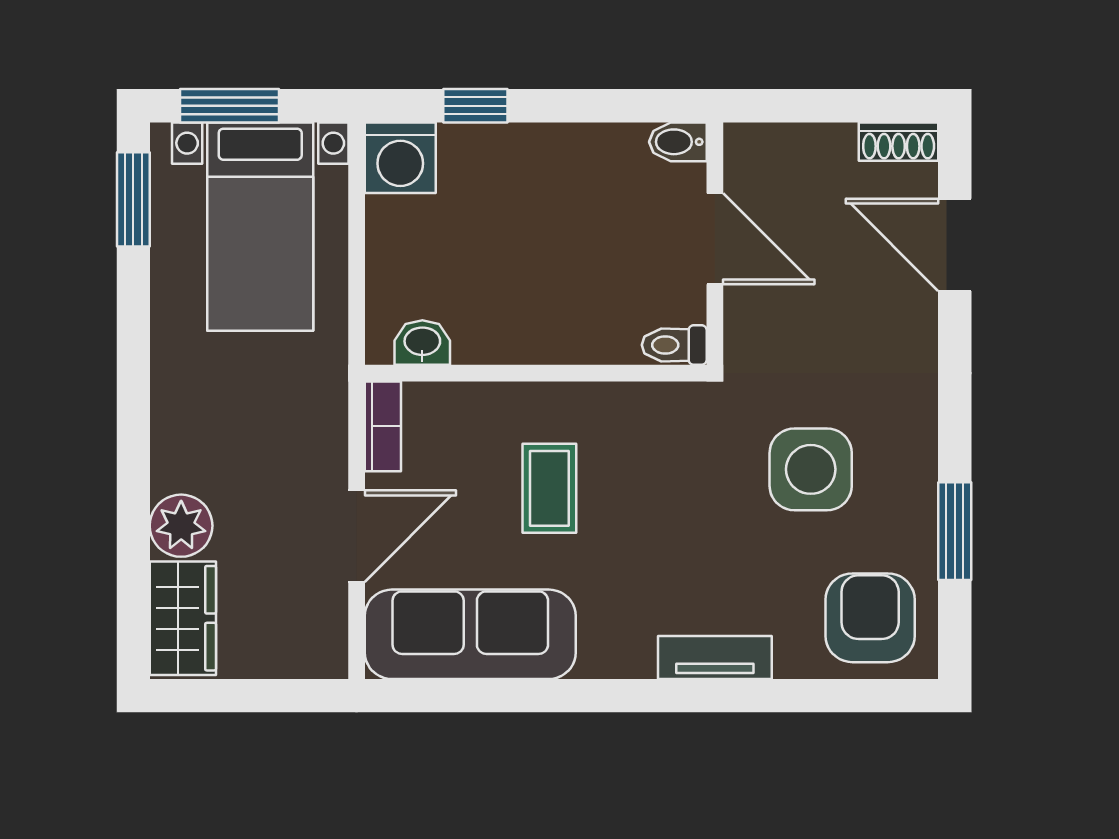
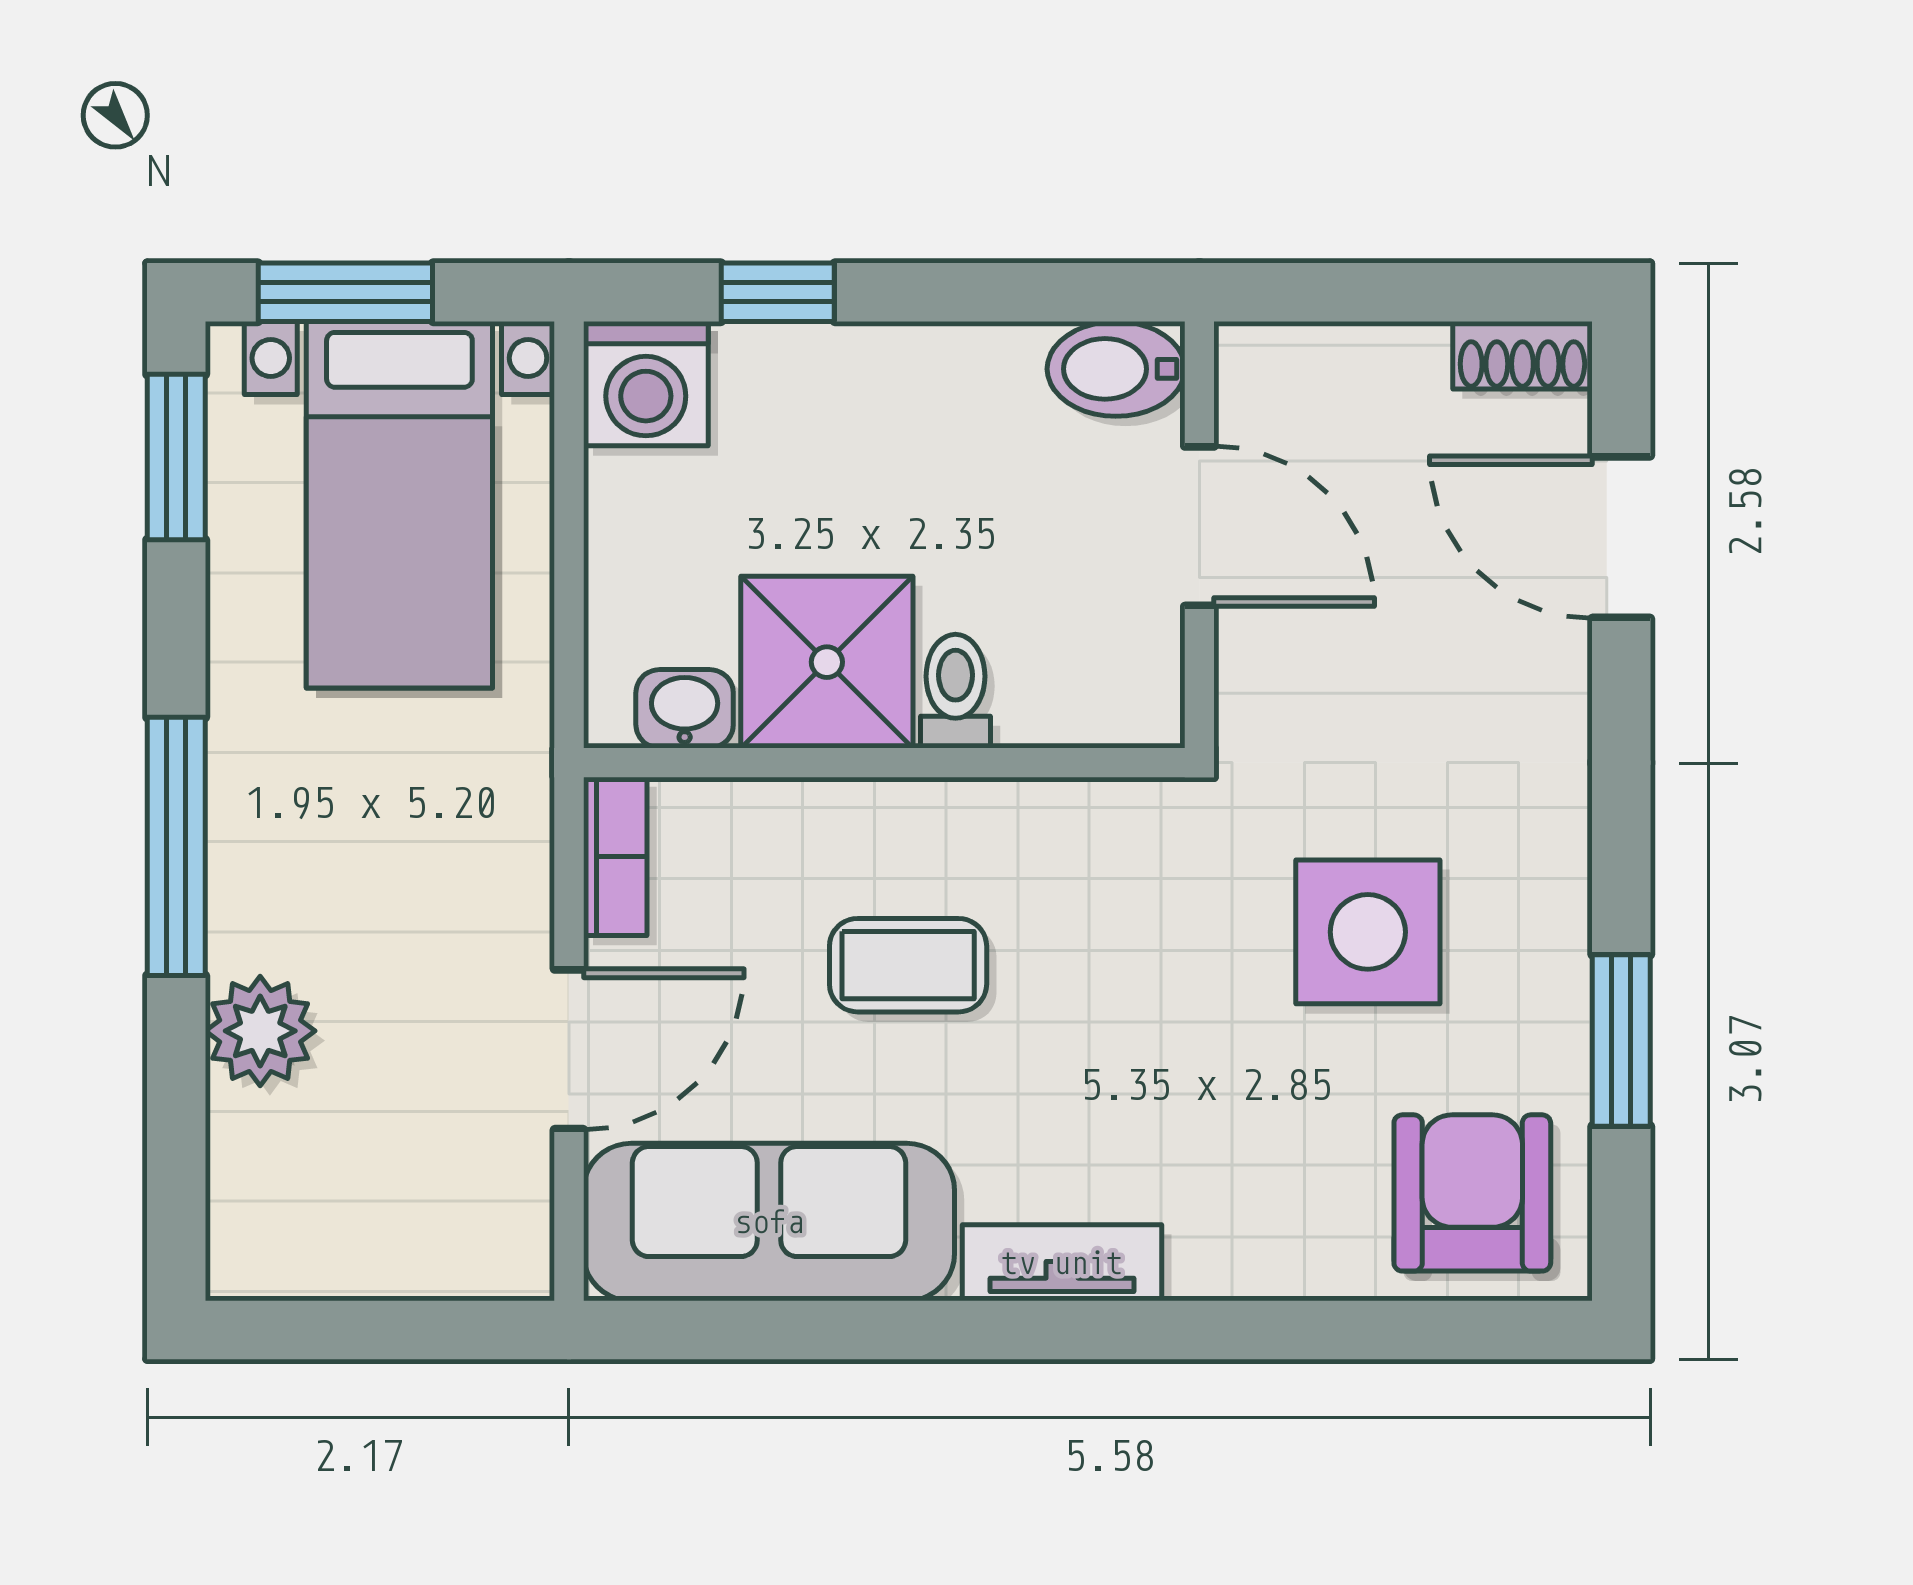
bidet: (678, 142) -> (1116, 369), width x1.38, depth x1.36
shower: (503, 316) -> (827, 662), added
toilet: (674, 345) -> (955, 691), moved, turned 90
window: (133, 421) -> (176, 846), added
coffee table: (549, 488) -> (908, 965), turned 90
wardrobe: (183, 618) -> (263, 1194), removed
tv unit: (715, 657) -> (1062, 1263), moved

